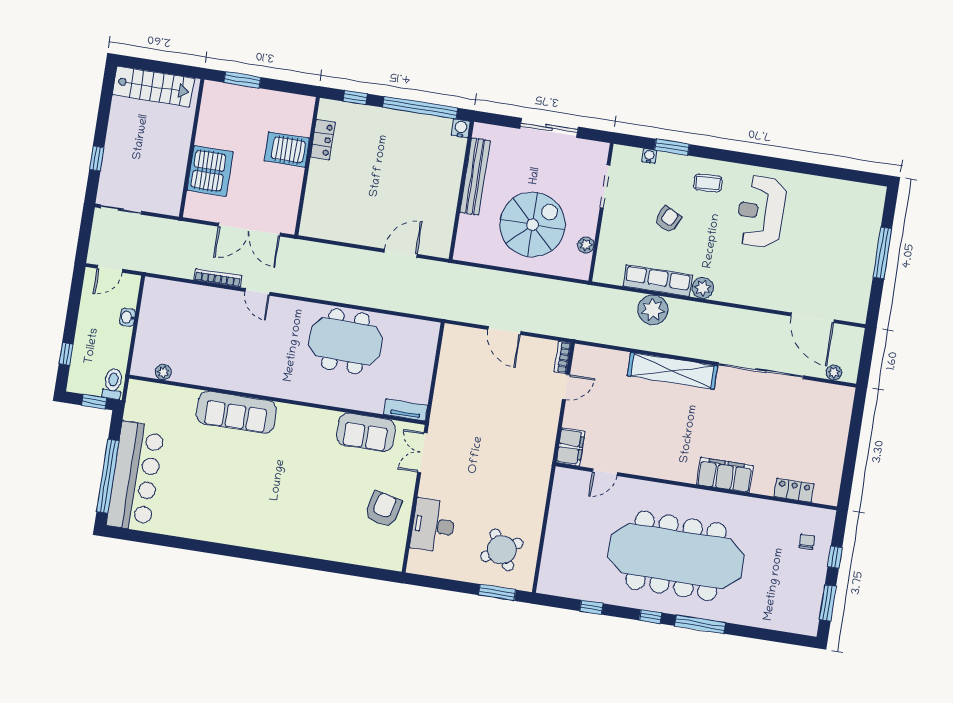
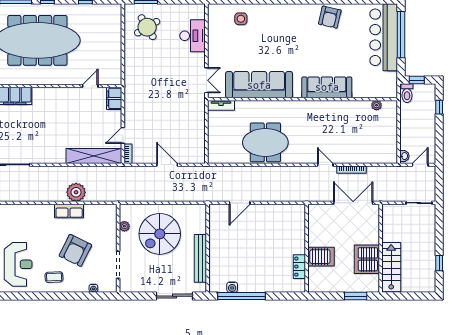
stairs: (153, 86) -> (391, 267), moved, turned 90
window: (355, 97) -> (283, 296), removed
water cooler: (461, 128) -> (232, 287), moved
sliding door: (549, 128) -> (174, 296), moved
window: (672, 147) -> (80, 296), removed
window: (97, 159) -> (439, 263), moved
server rack: (210, 171) -> (367, 259), moved
armchair: (668, 219) -> (75, 250), width x1.88, depth x1.88
double door: (249, 230) -> (353, 203), moved
row of seats: (658, 281) -> (69, 211), width x0.68
plant: (703, 288) -> (47, 211), removed
washbasin: (127, 317) -> (404, 156), moved
shelving: (672, 371) -> (94, 156), moved
sofa: (366, 432) -> (259, 85), width x1.85, depth x1.27
armchair: (383, 509) -> (330, 17), moved
side table: (354, 540) -> (241, 19), added

